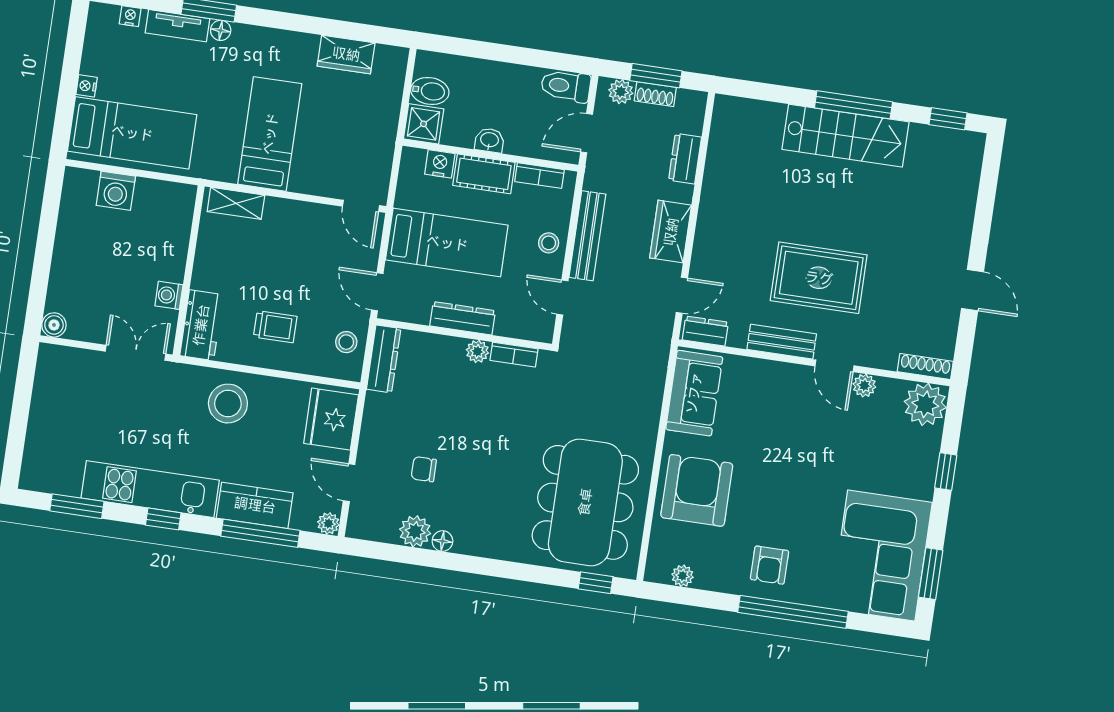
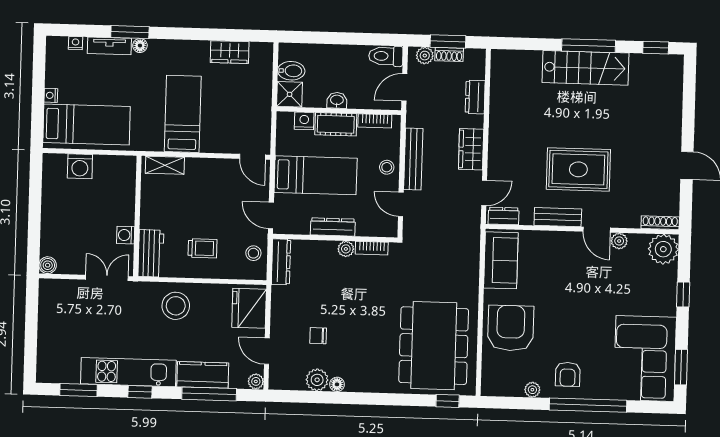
plant: (683, 576) -> (532, 390), moved

